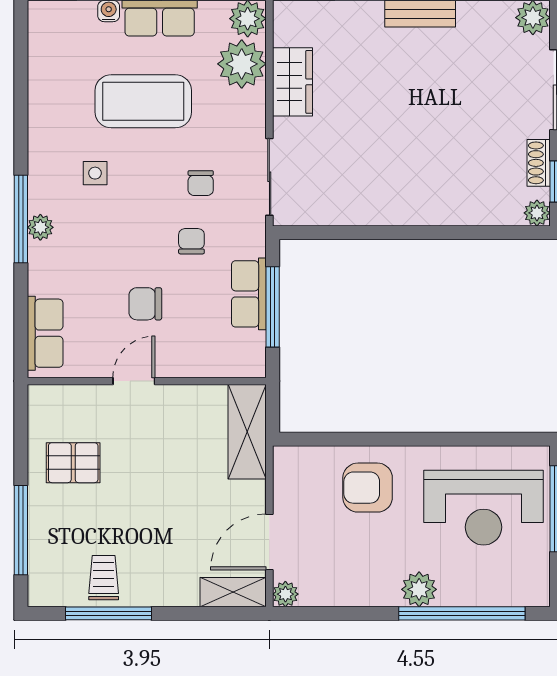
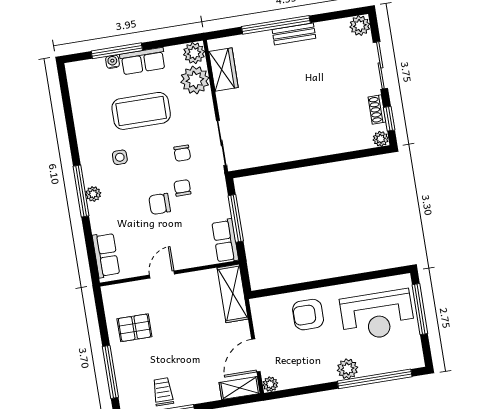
wardrobe: (292, 82) -> (223, 70), moved
row of seats: (249, 294) -> (225, 241), moved
chair: (145, 304) -> (160, 204), moved

